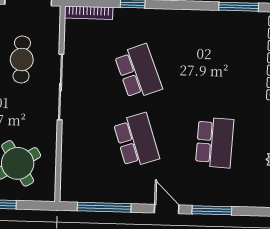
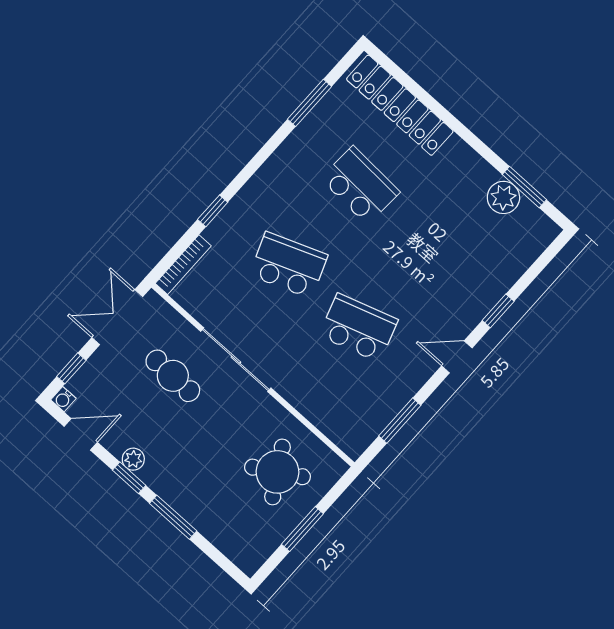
school desk: (215, 142) -> (360, 185), moved
window: (104, 207) -> (400, 421), width x0.69
window: (212, 210) -> (498, 311), width x0.67

